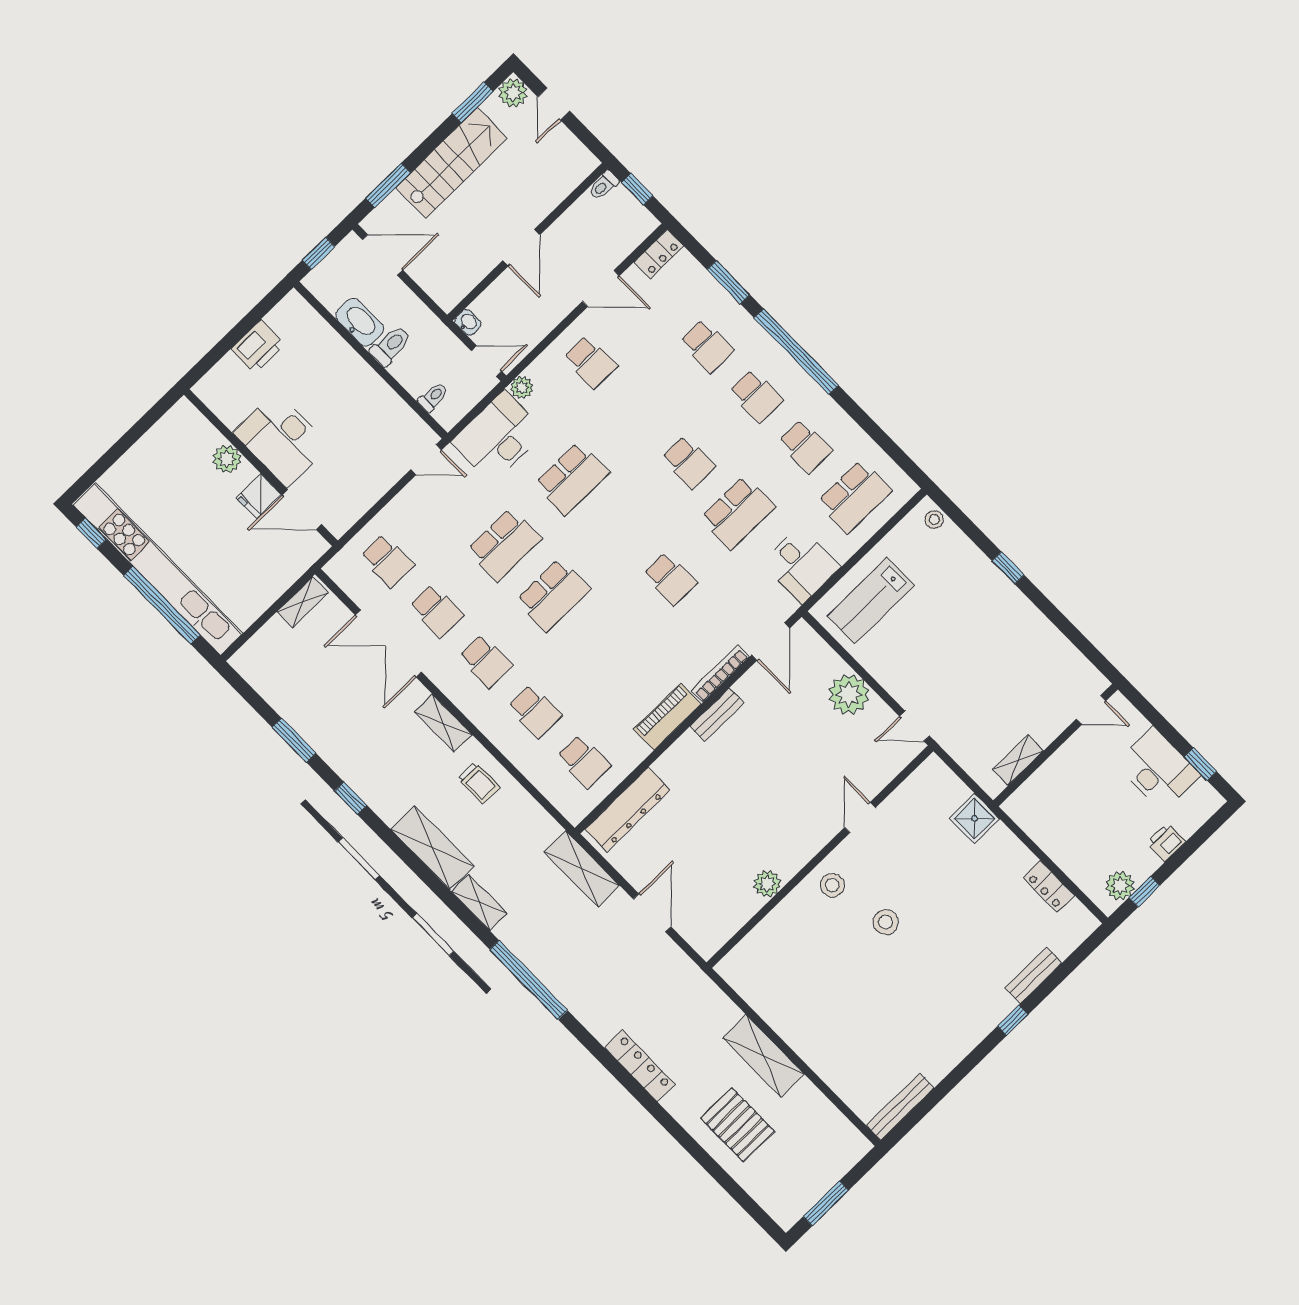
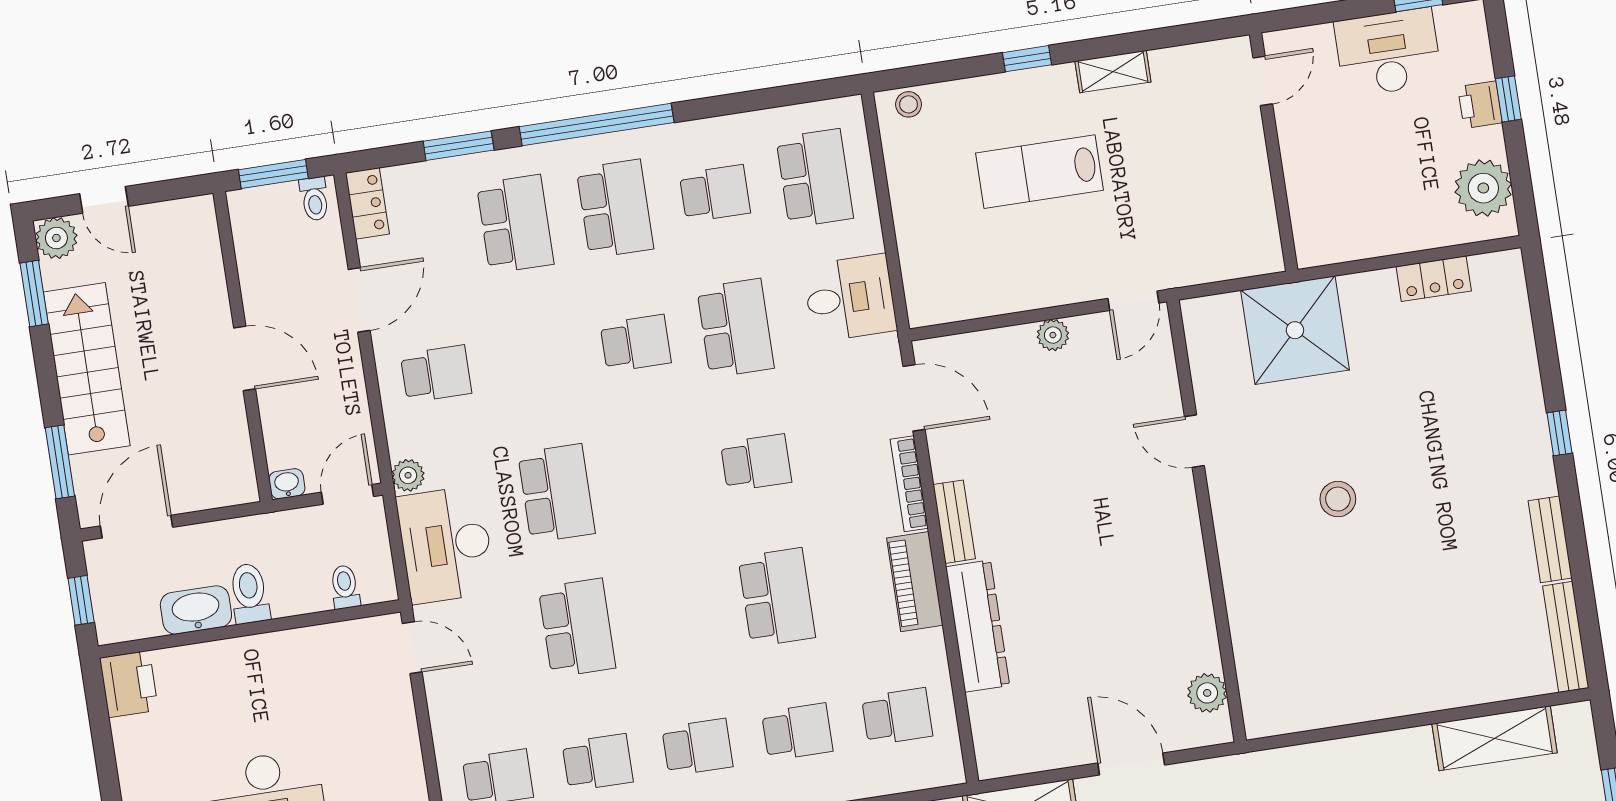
toilet: (604, 185) -> (314, 199), moved
window: (637, 189) -> (273, 174), width x1.50
printer: (258, 346) -> (129, 684), moved
school desk: (707, 346) -> (515, 224), width x1.85
school desk: (756, 396) -> (615, 209), width x1.85
door: (426, 460) -> (412, 648), hinge flipped
school desk: (553, 595) -> (777, 597), moved
lab bench: (871, 601) -> (1040, 172), moved, turned 90
plant: (849, 694) -> (1053, 335), width x0.53, depth x0.53
shelving: (1018, 760) -> (1113, 72), moved, turned 90
dresser: (627, 810) -> (978, 626), moved
shower: (975, 819) -> (1295, 330), width x1.86, depth x1.86
plant: (767, 884) -> (1207, 693), moved
stool: (832, 885) -> (1250, 530), removed
plant: (1120, 886) -> (1483, 188), width x1.36, depth x1.36
window: (1144, 892) -> (1508, 99), moved
bench: (1033, 975) -> (1550, 539), moved
shelving: (763, 1056) -> (1495, 738), moved

